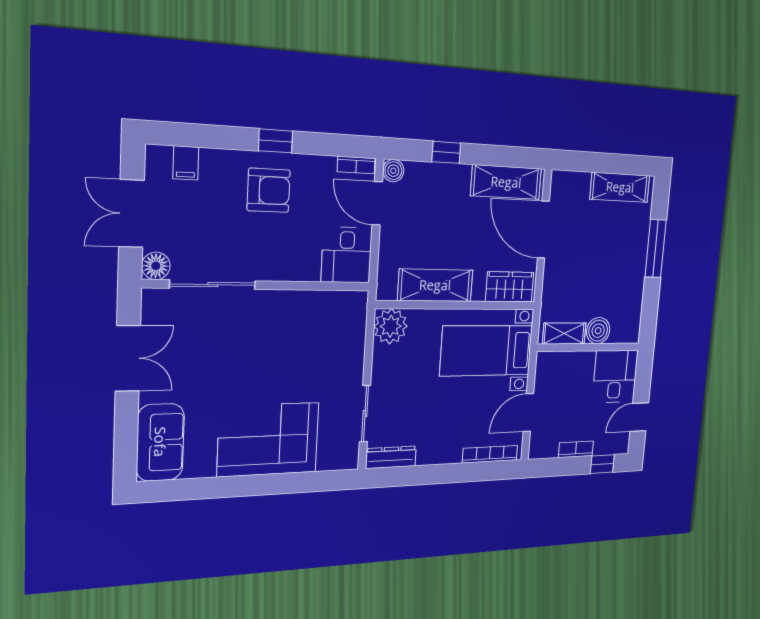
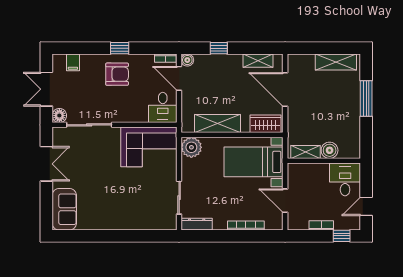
shelving: (506, 182) -> (258, 61), width x0.67, depth x0.75
door: (528, 413) -> (285, 201), hinge flipped
corner sofa: (268, 439) -> (149, 147), moved, turned 180
bookcase: (490, 454) -> (246, 226), moved

